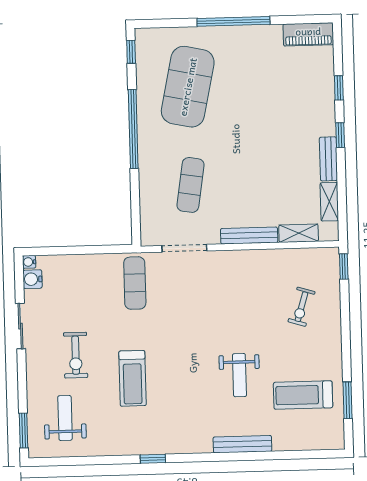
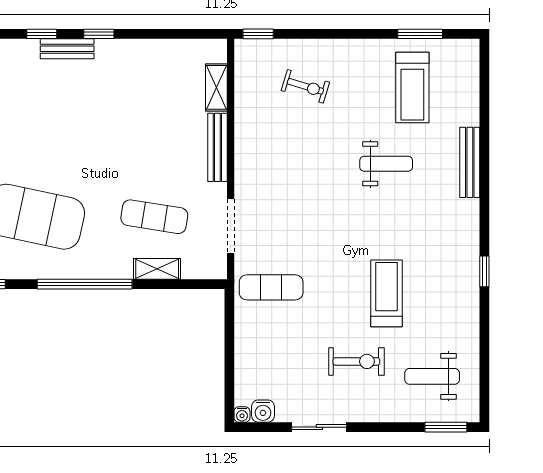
bench: (328, 159) -> (67, 49), moved
shelving: (329, 202) -> (157, 269), moved
treadmill: (132, 378) -> (386, 293), turned -90

